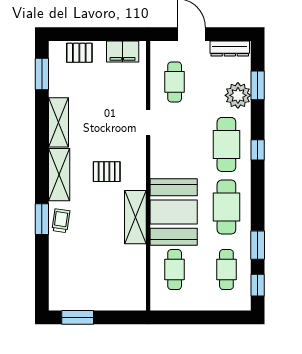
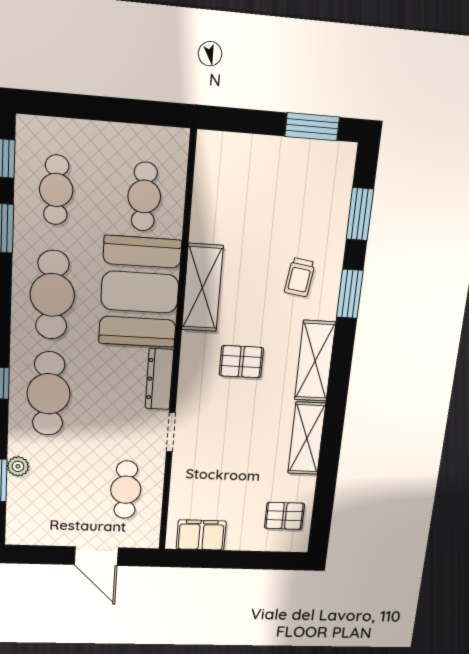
dresser: (230, 49) -> (159, 379), moved, turned -90
pallet: (79, 53) -> (284, 516), moved
window: (42, 74) -> (360, 214), moved
plant: (238, 95) -> (18, 466), width x0.53, depth x0.53
trolley: (61, 221) -> (300, 277), moved

